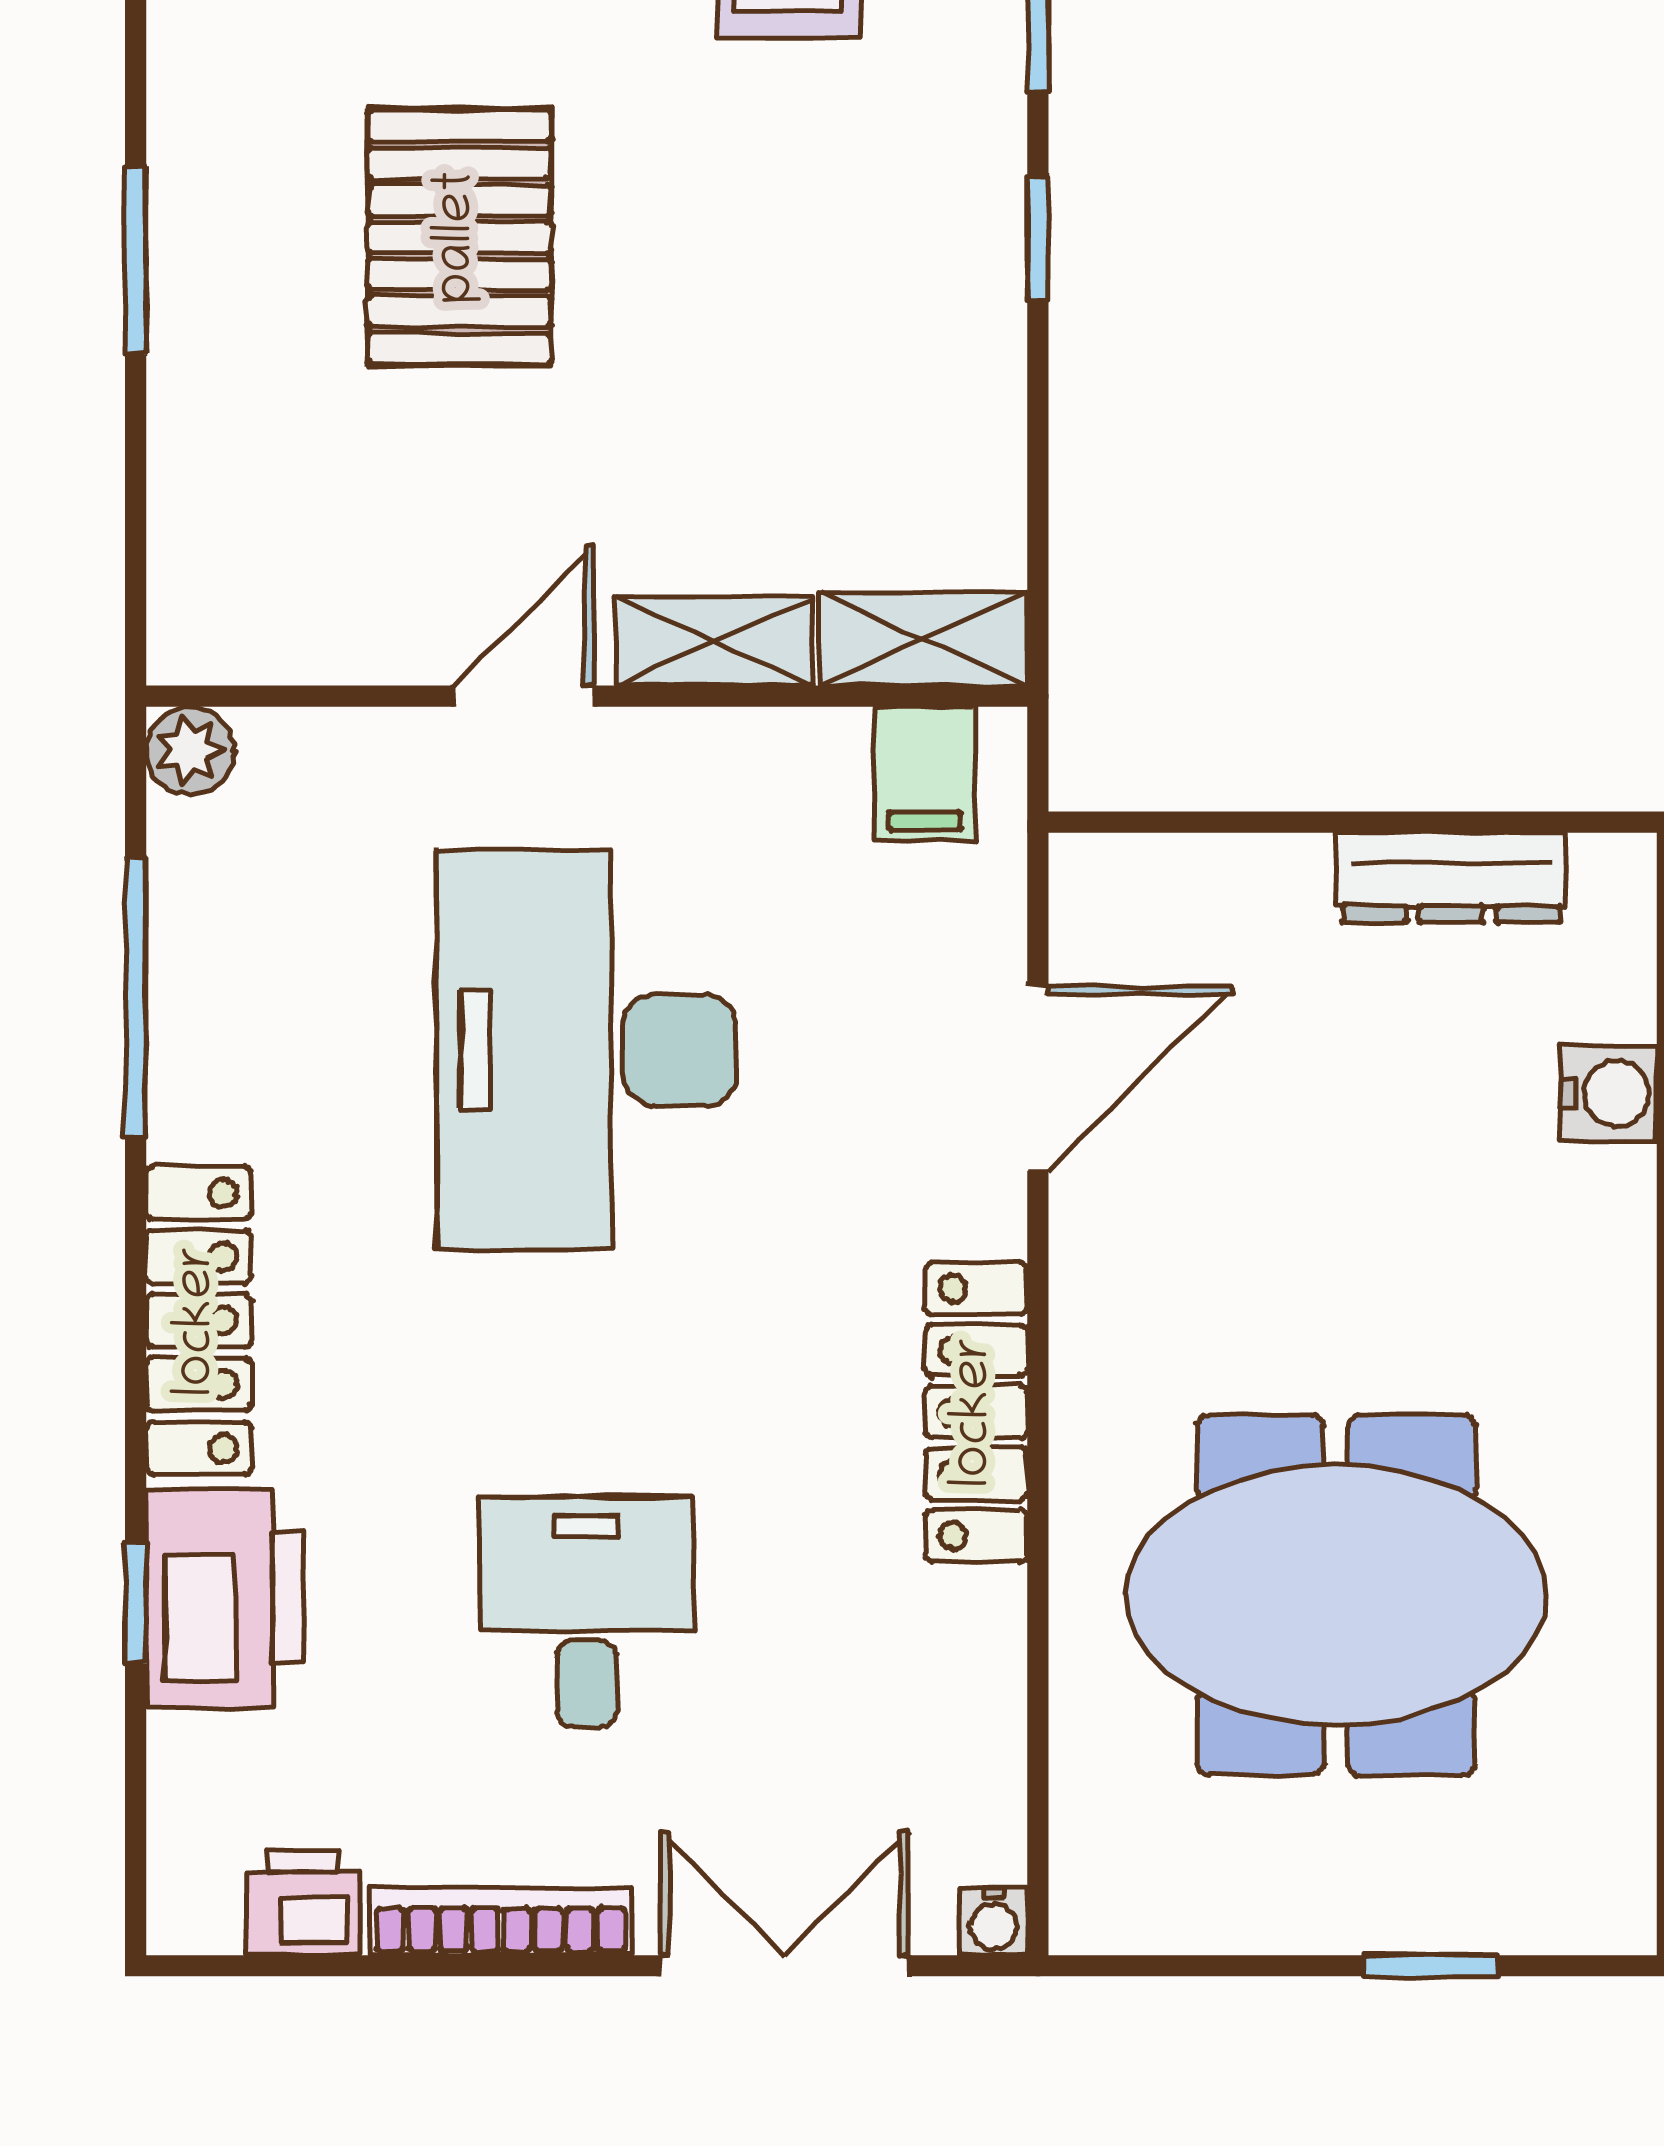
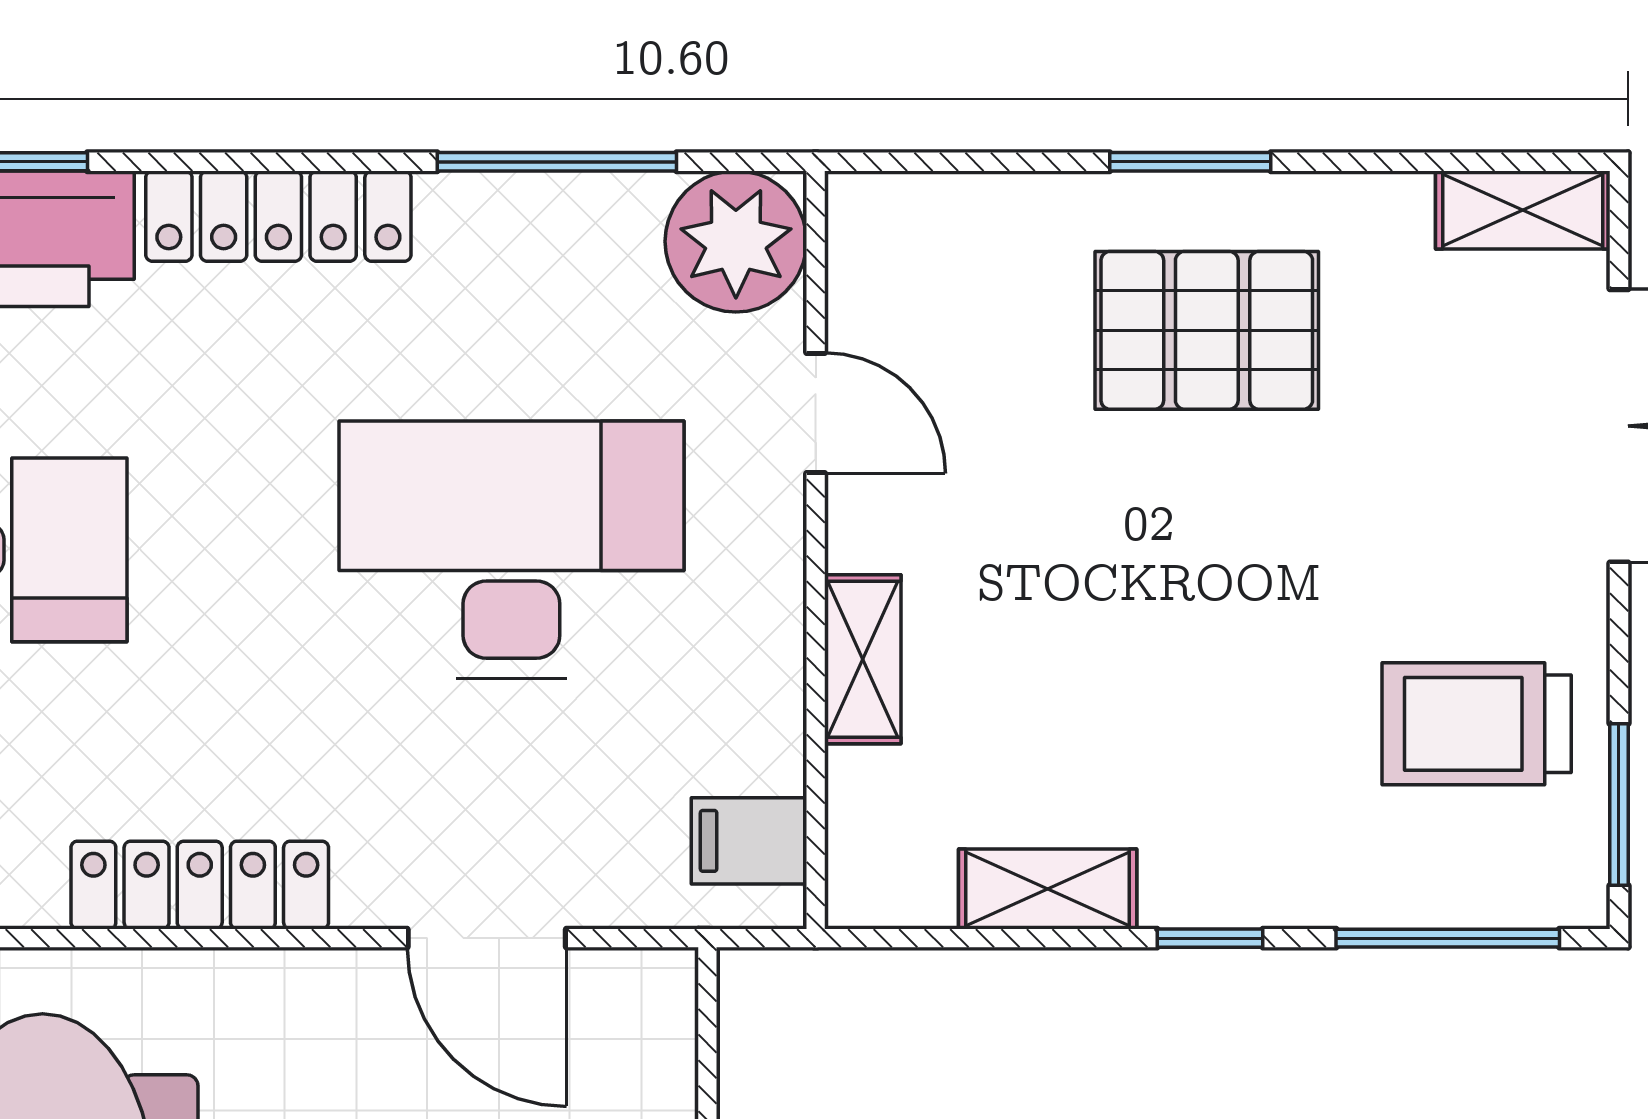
pallet: (459, 237) -> (1207, 330), moved
shelving: (924, 639) -> (1048, 889), moved, turned 90
door: (524, 696) -> (816, 413), moved
plant: (190, 750) -> (736, 241), width x1.87, depth x1.87

